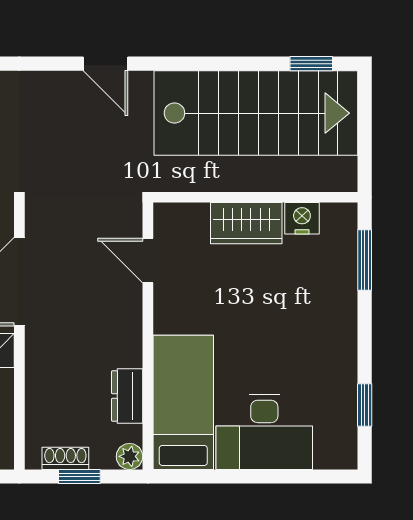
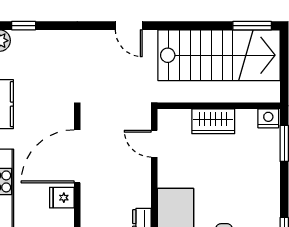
window: (311, 64) -> (252, 26), width x1.50
nightstand: (302, 218) -> (268, 118), moved

